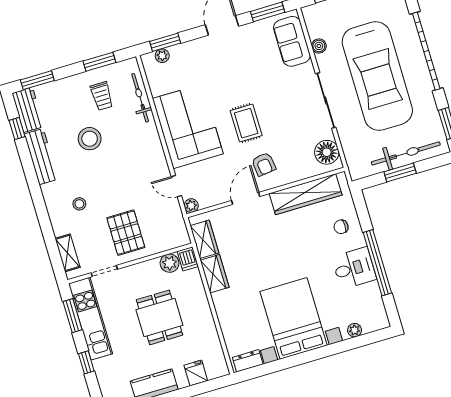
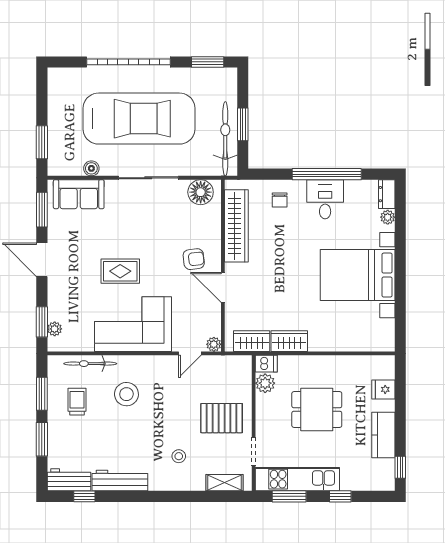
window: (37, 80) -> (42, 439), moved
trolley: (102, 96) -> (77, 402), turned -90
rug: (246, 123) -> (120, 271), moved
stool: (90, 139) -> (126, 394), moved
bicycle: (406, 153) -> (225, 139), moved
dresser: (248, 361) -> (387, 194), moved

